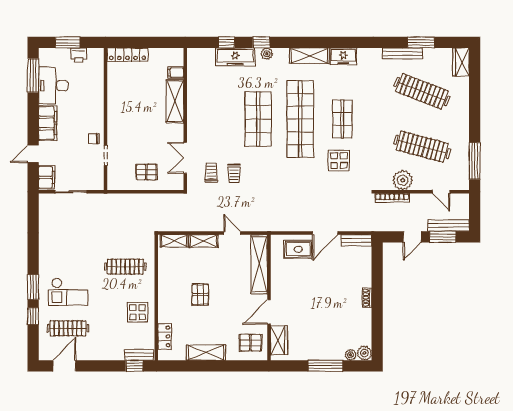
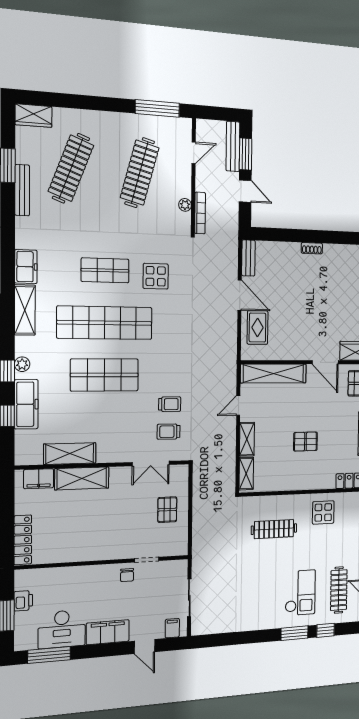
filing cabinet: (176, 73) -> (39, 479), width x2.00
shelving: (195, 91) -> (70, 454), added
filing cabinet: (46, 177) -> (172, 628), width x0.50
plant: (403, 180) -> (185, 205), width x0.53, depth x0.53
clothes rail: (125, 267) -> (274, 529), turned 90

